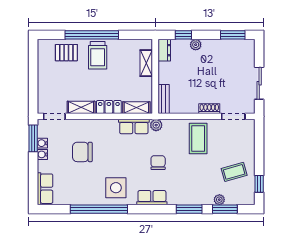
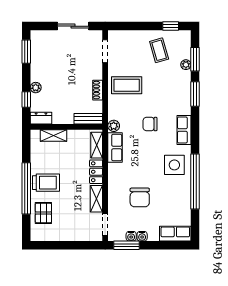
shoe rack: (209, 109) -> (98, 90), moved

